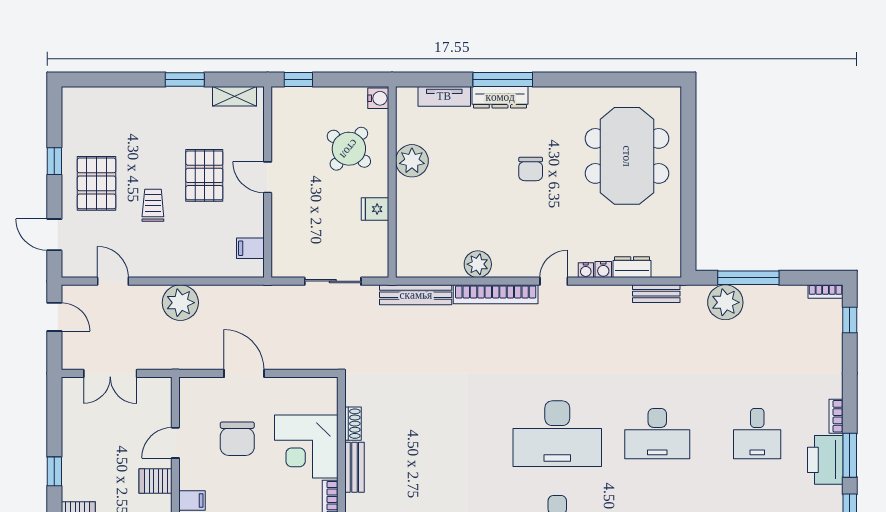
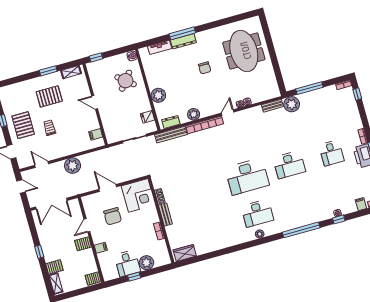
plant: (412, 161) -> (158, 95), moved
pallet: (204, 175) -> (49, 96), moved, turned 90
fridge: (375, 209) -> (148, 117), moved
dresser: (632, 267) -> (171, 122), moved
plant: (725, 302) -> (292, 104), moved
double door: (110, 373) -> (51, 204), width x1.37
corner desk: (306, 447) -> (138, 195), moved, turned -90

